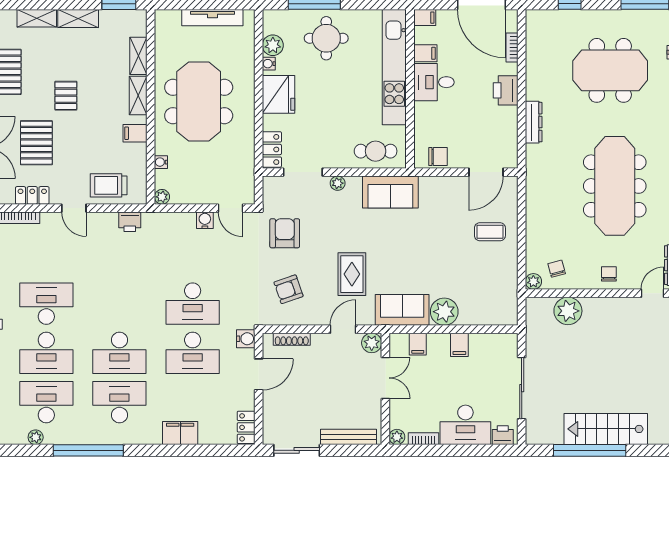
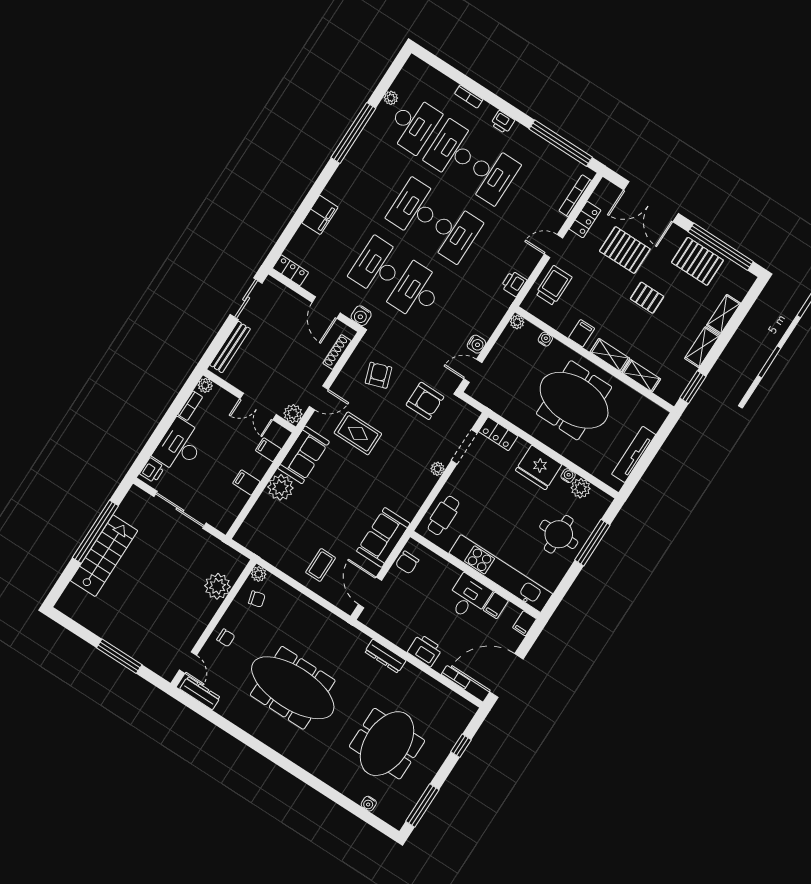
sofa: (390, 192) -> (383, 537), moved
door: (343, 329) -> (319, 398), hinge flipped
desk: (119, 402) -> (454, 233), moved

